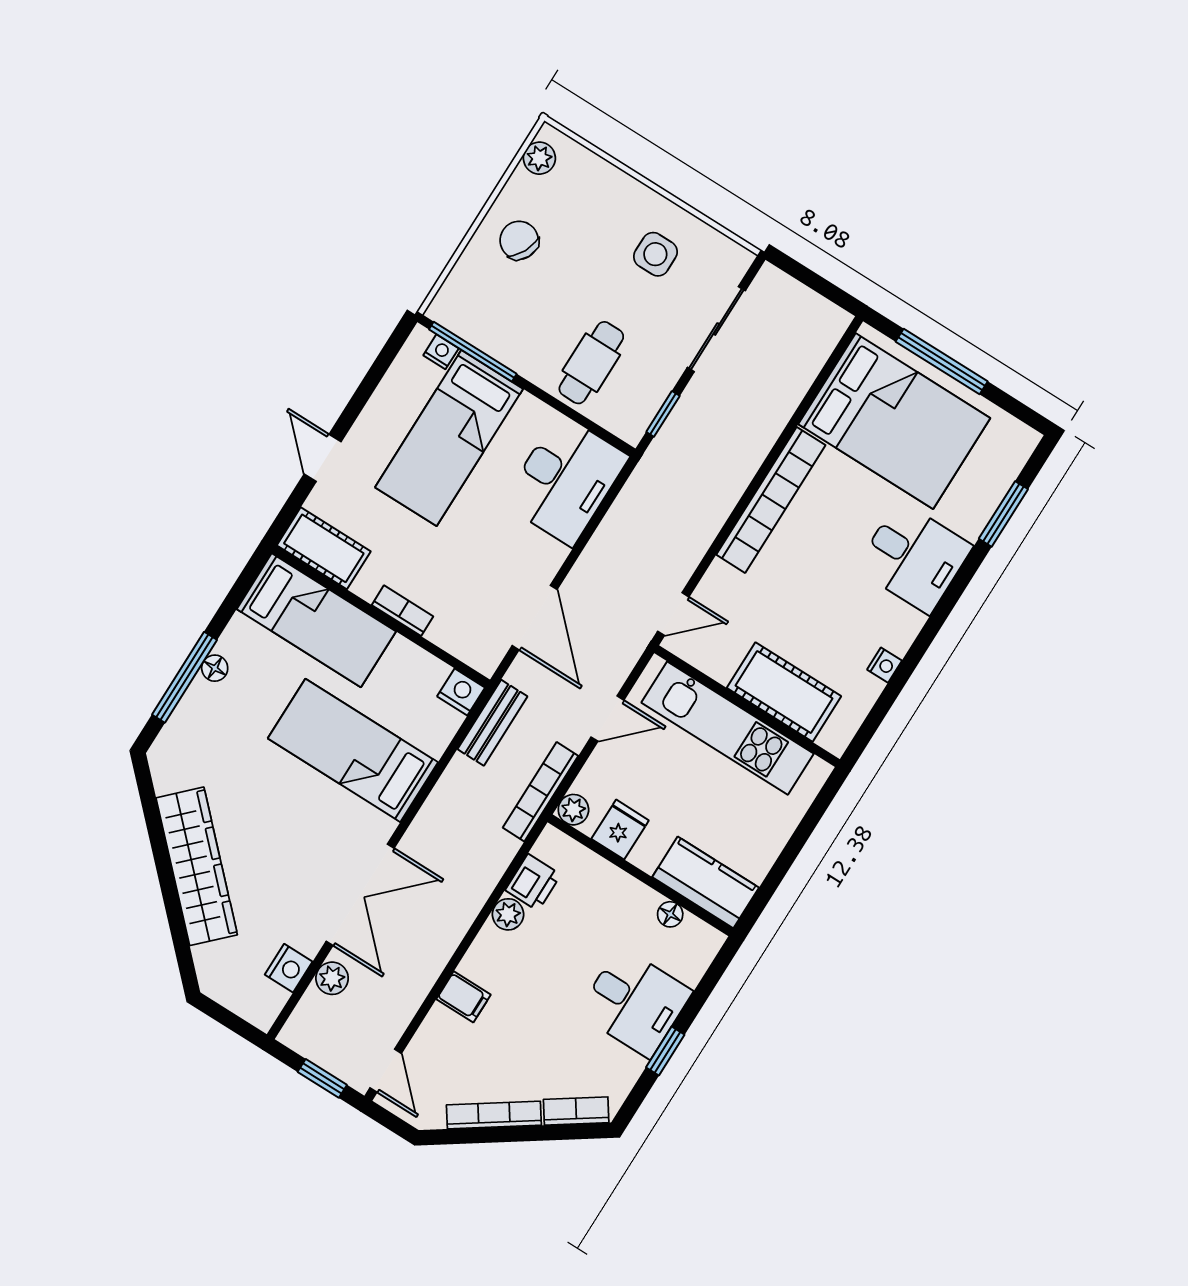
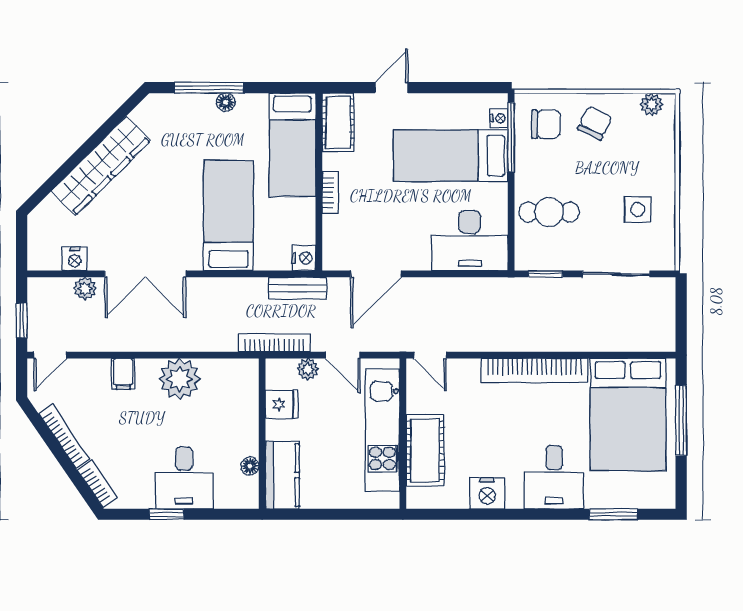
chair: (483, 300) -> (546, 124), added
nightstand: (885, 665) -> (487, 493), width x1.89, depth x1.79
plant: (573, 810) -> (308, 369), moved
printer: (533, 882) -> (218, 372), removed
plant: (508, 914) -> (179, 379), width x1.88, depth x1.88

